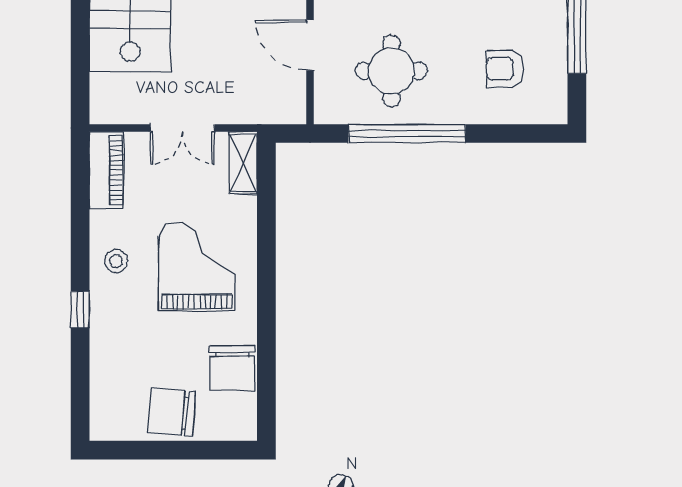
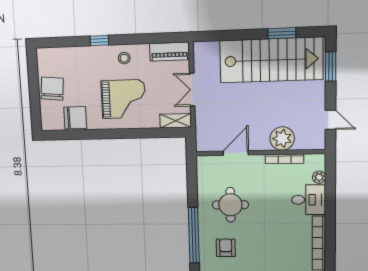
round table: (391, 71) -> (230, 205), moved
window: (407, 133) -> (194, 235), moved
chair: (232, 368) -> (75, 118), turned 180

